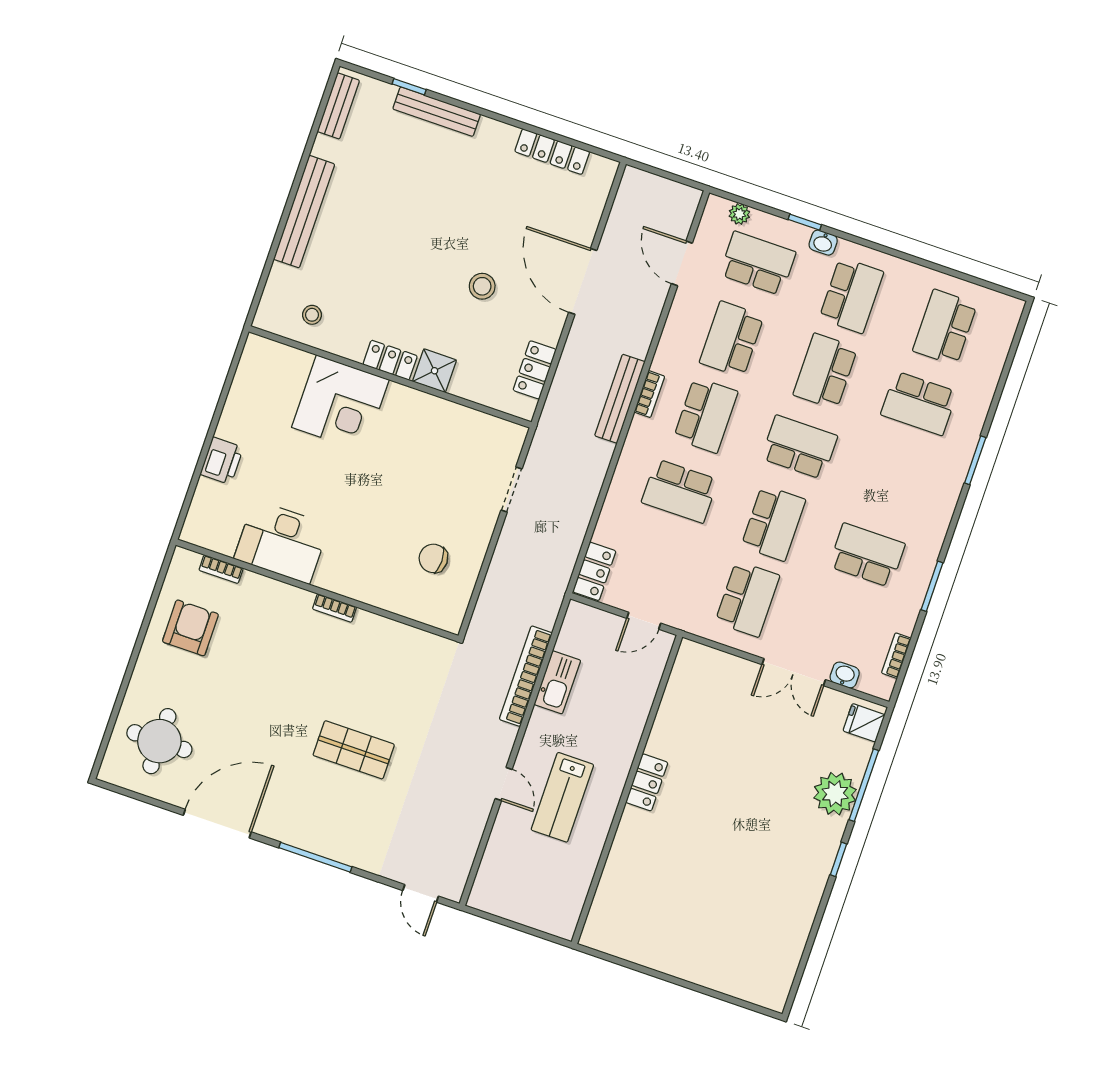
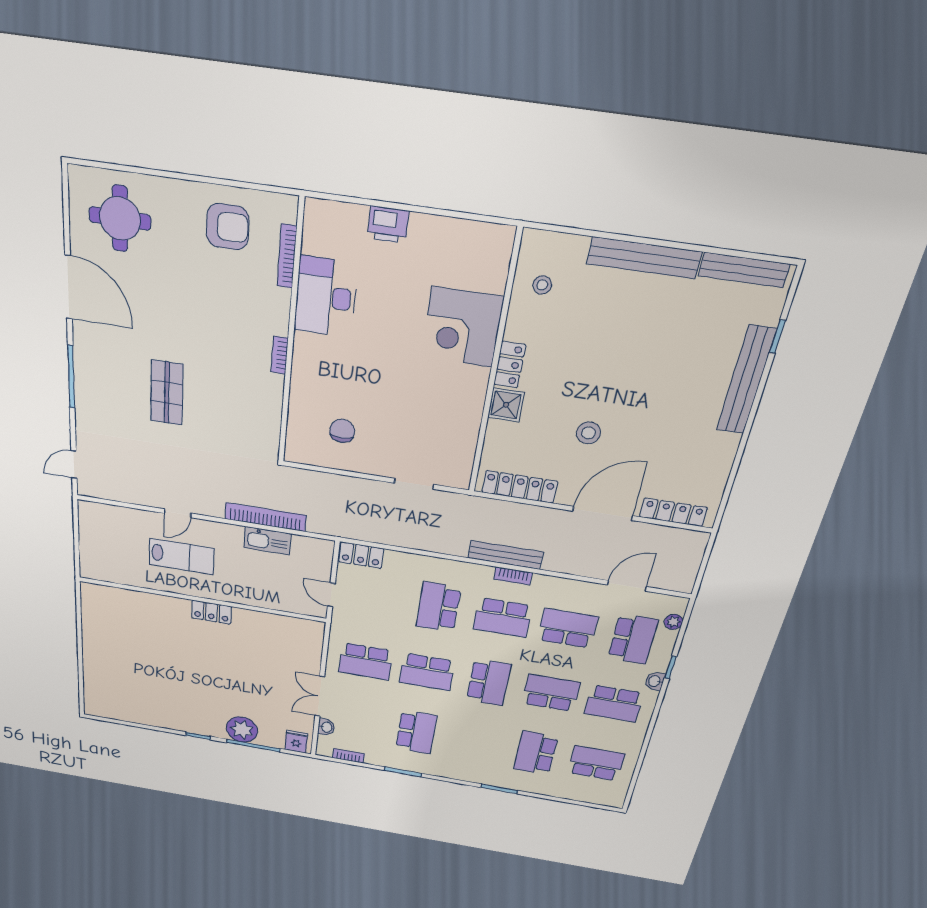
bench: (338, 106) -> (744, 270), width x1.36
bench: (437, 112) -> (746, 380), width x1.37, depth x1.21
locker: (552, 152) -> (673, 512), moved, turned 90
locker: (535, 370) -> (520, 487), width x1.53
bookcase: (221, 569) -> (287, 256), width x1.56
lab bench: (562, 797) -> (182, 556), turned 180

